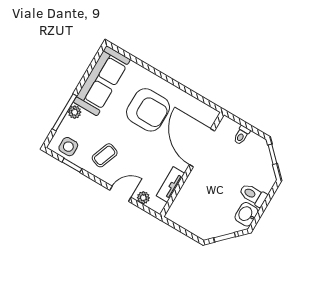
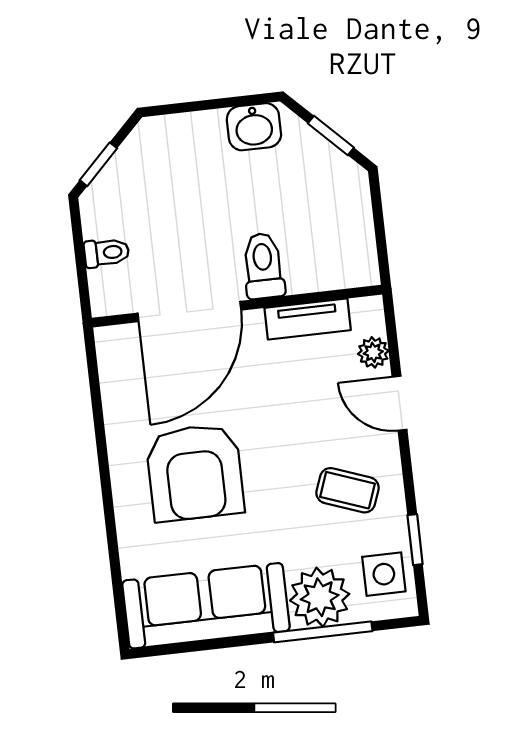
armchair: (148, 110) -> (195, 472), turned 180
plant: (75, 112) -> (320, 597), width x1.87, depth x1.87
toilet: (253, 195) -> (263, 266), moved, turned 180

